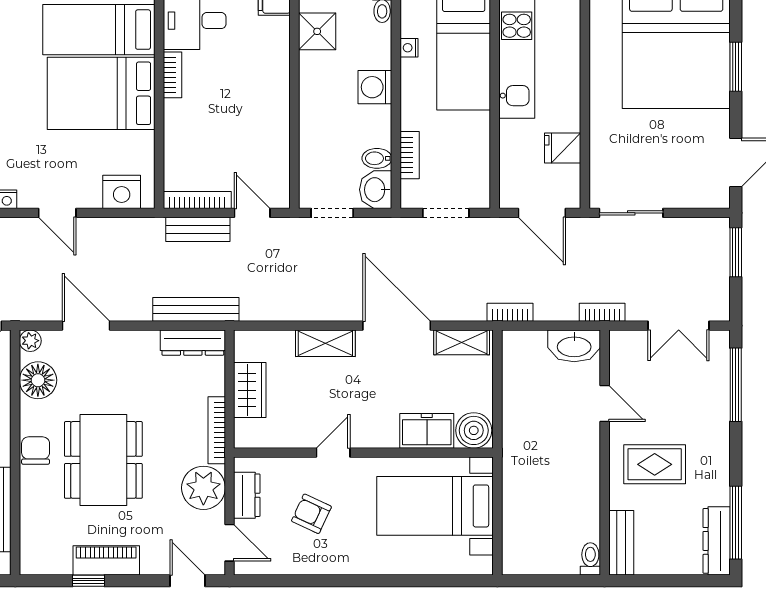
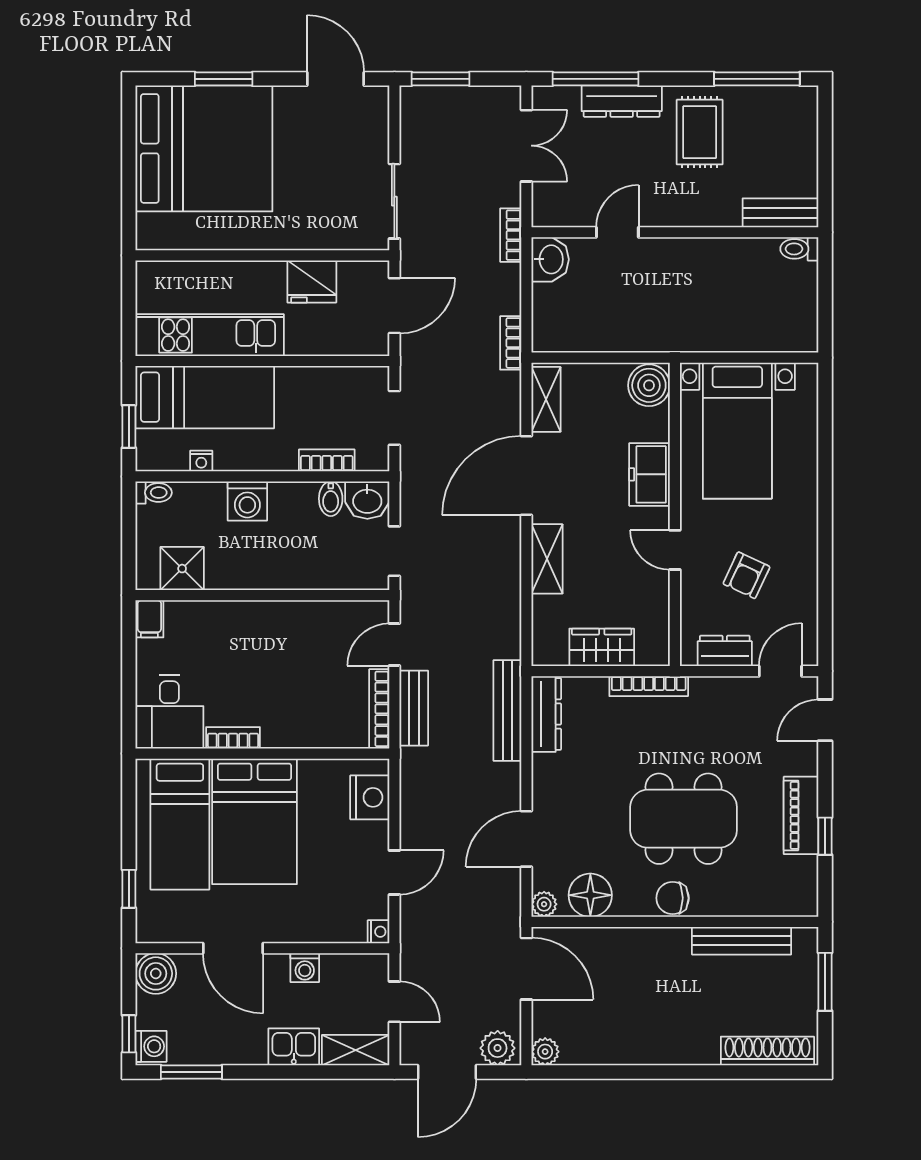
fridge: (563, 148) -> (312, 281), width x1.38
washbasin: (574, 346) -> (550, 259), width x0.72
freezer: (427, 431) -> (650, 474), moved
rug: (655, 464) -> (700, 132), moved
plant: (203, 488) -> (716, 702), removed
dresser: (717, 541) -> (622, 101), moved

